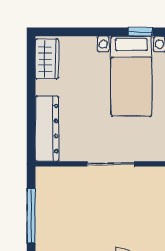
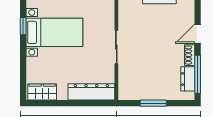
window: (31, 216) -> (153, 103), width x0.69

